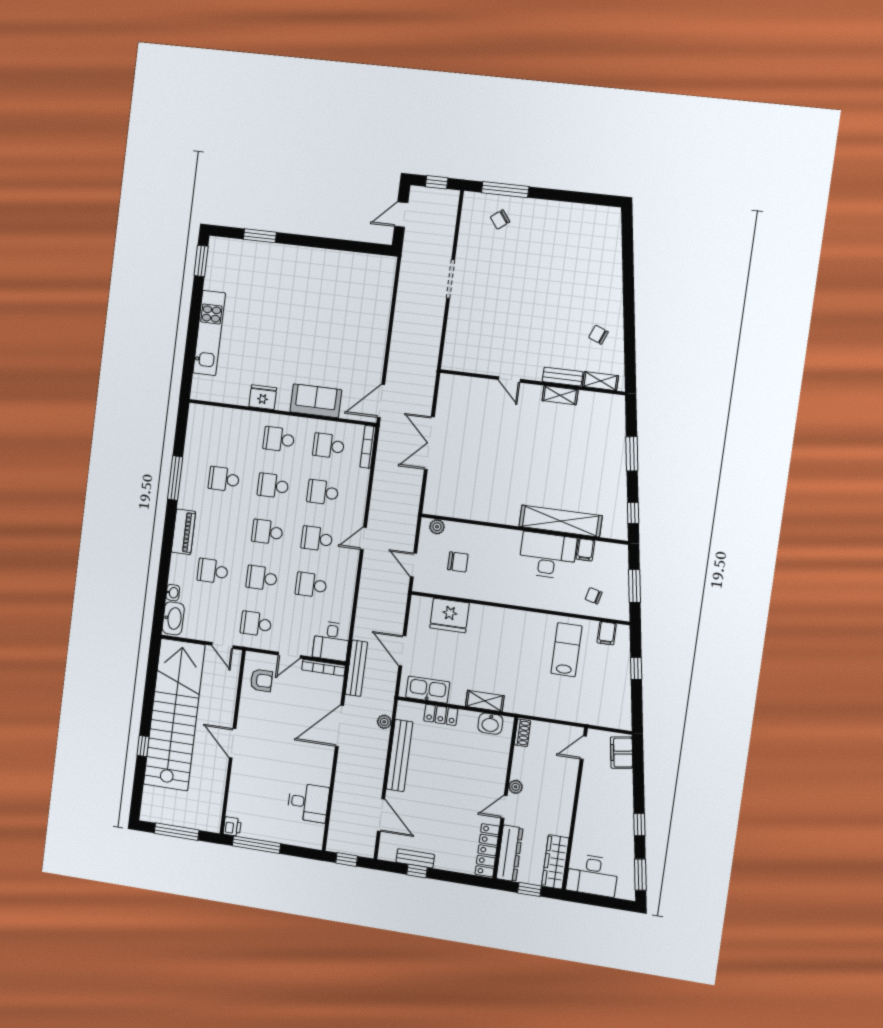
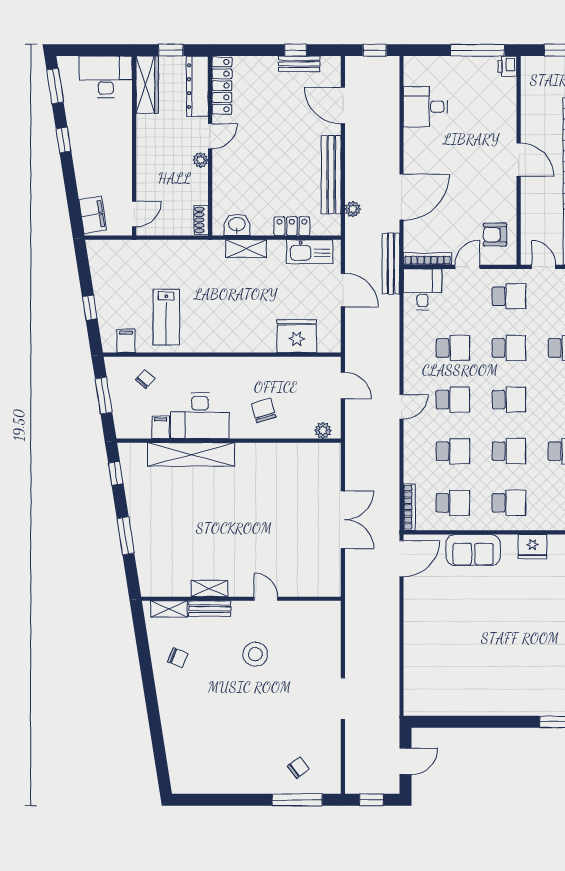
stool: (526, 329) -> (255, 654), added
chair: (458, 562) -> (264, 410), moved, turned 74
chair: (594, 596) -> (145, 379), turned -63

